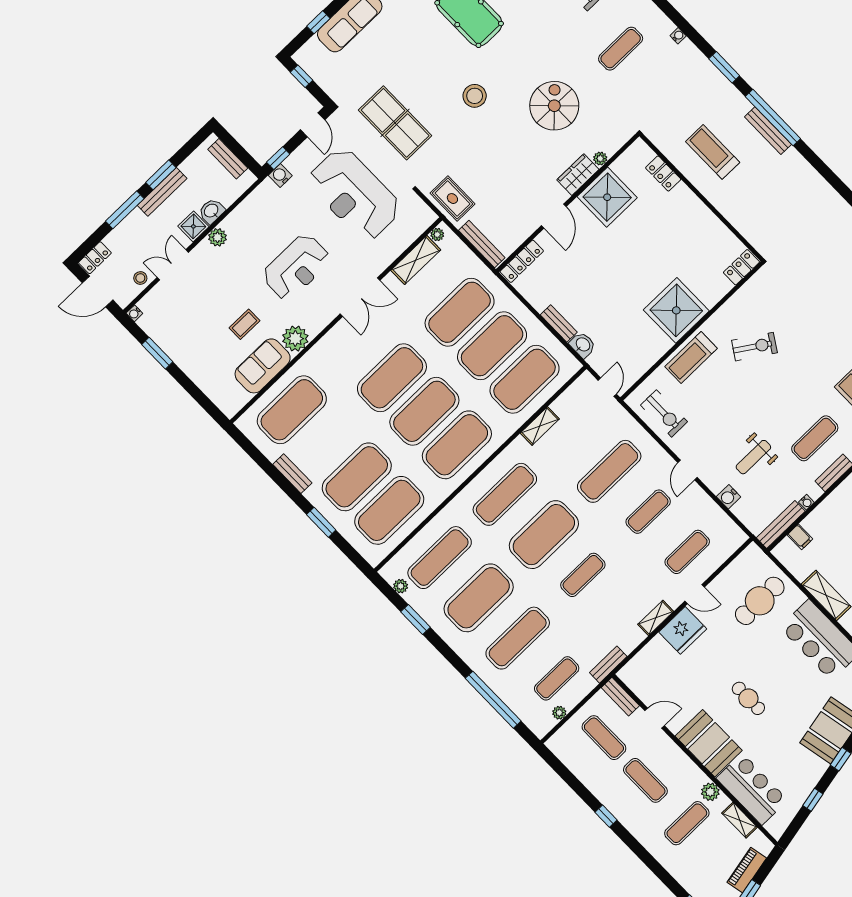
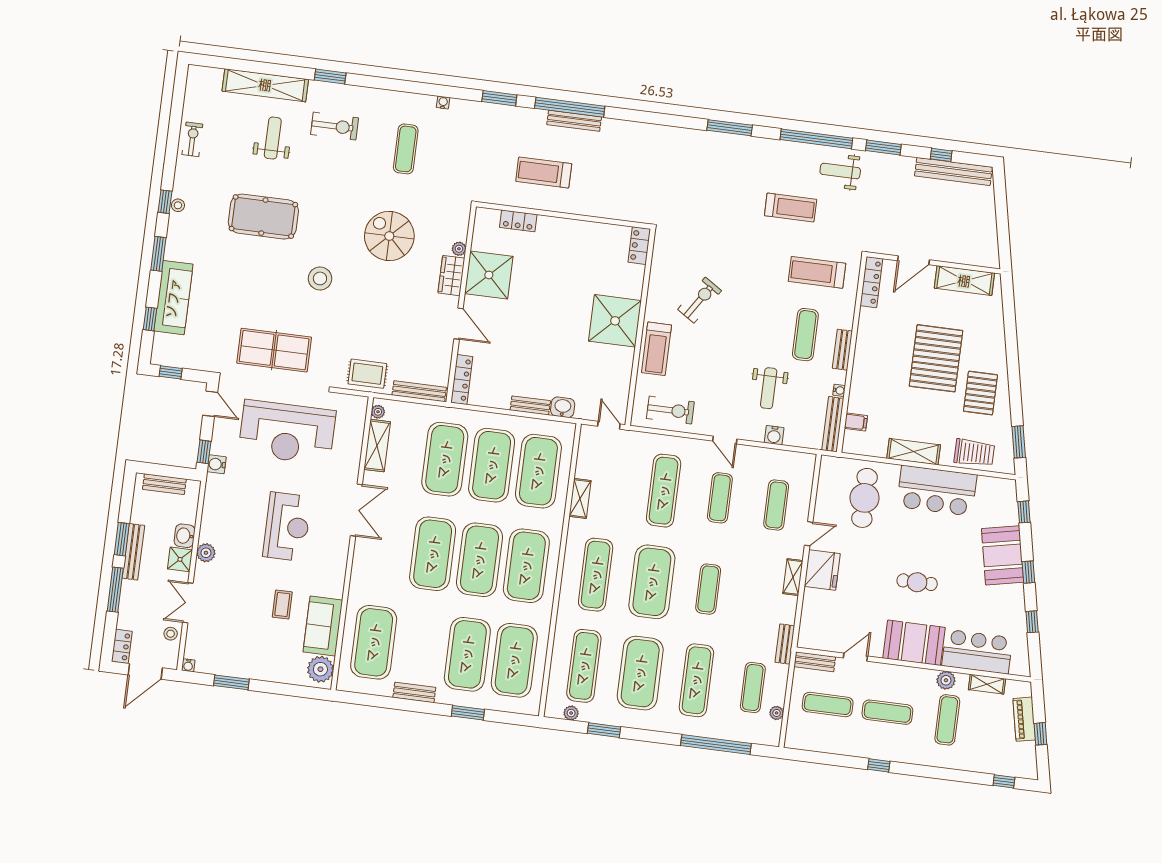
plant: (295, 339) -> (320, 669), moved

